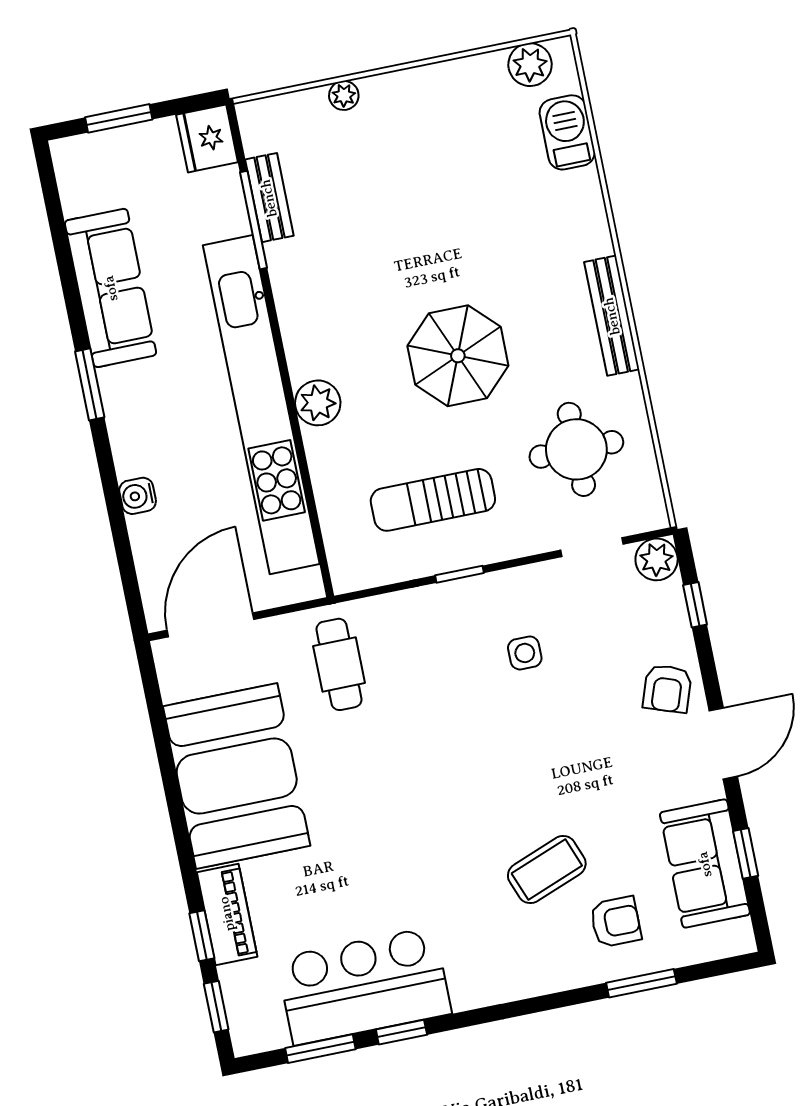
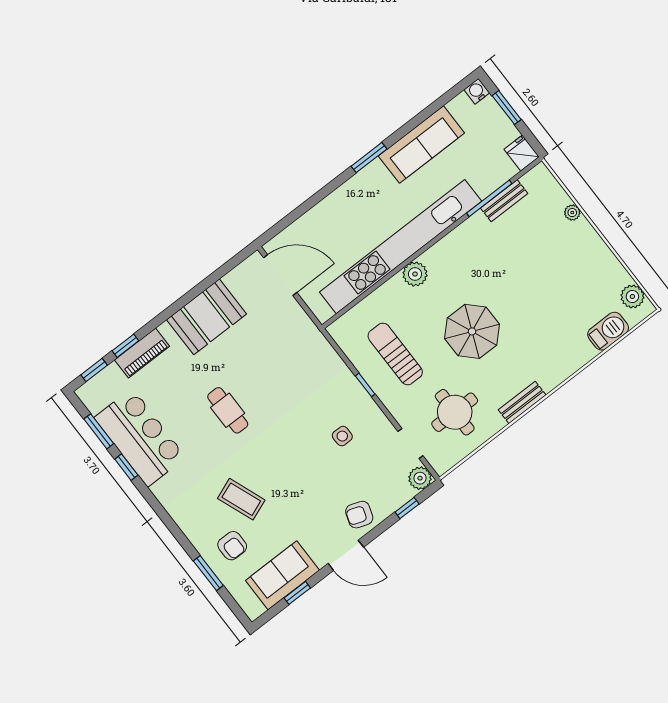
fridge: (207, 138) -> (522, 153), width x0.72
bench: (612, 316) -> (522, 402), width x0.73
water cooler: (138, 496) -> (477, 91), moved
cafe table: (339, 664) -> (228, 410), moved, turned 90
booth: (237, 776) -> (206, 317), width x0.73, depth x0.70

